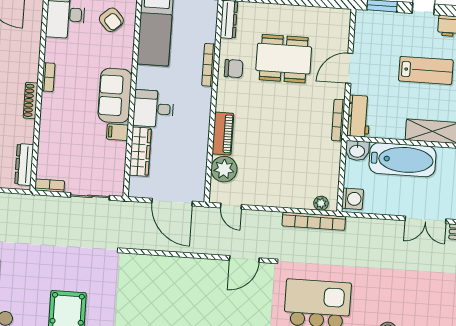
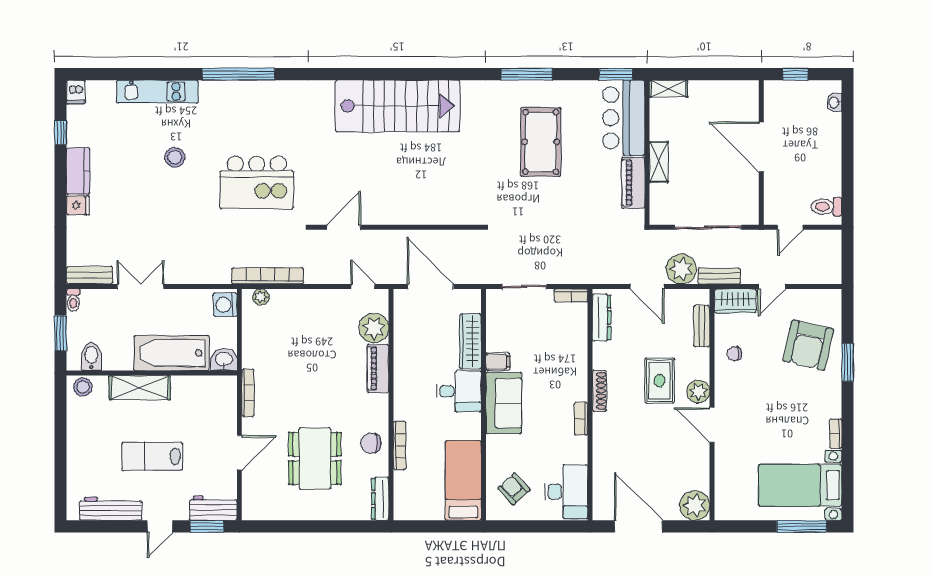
dining table: (284, 59) -> (315, 458), turned 90
workbench: (359, 116) -> (213, 508), moved, turned 90

